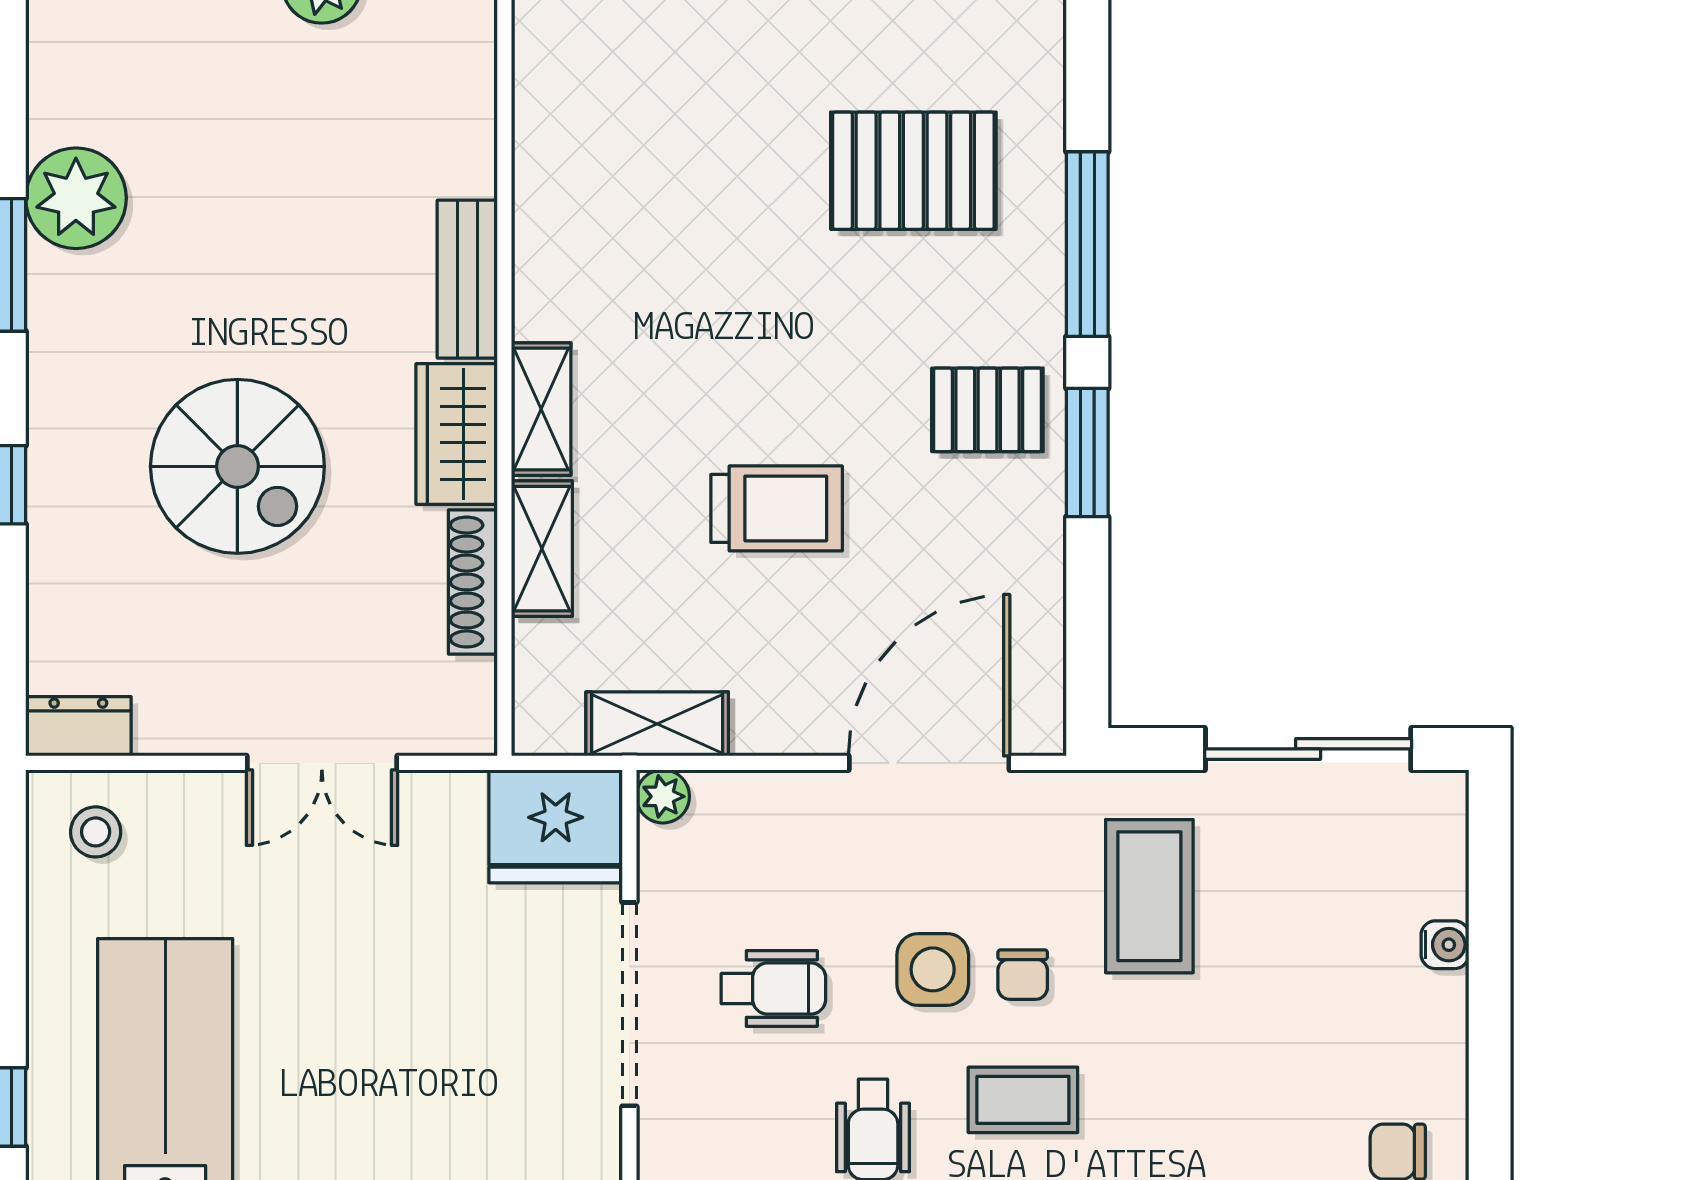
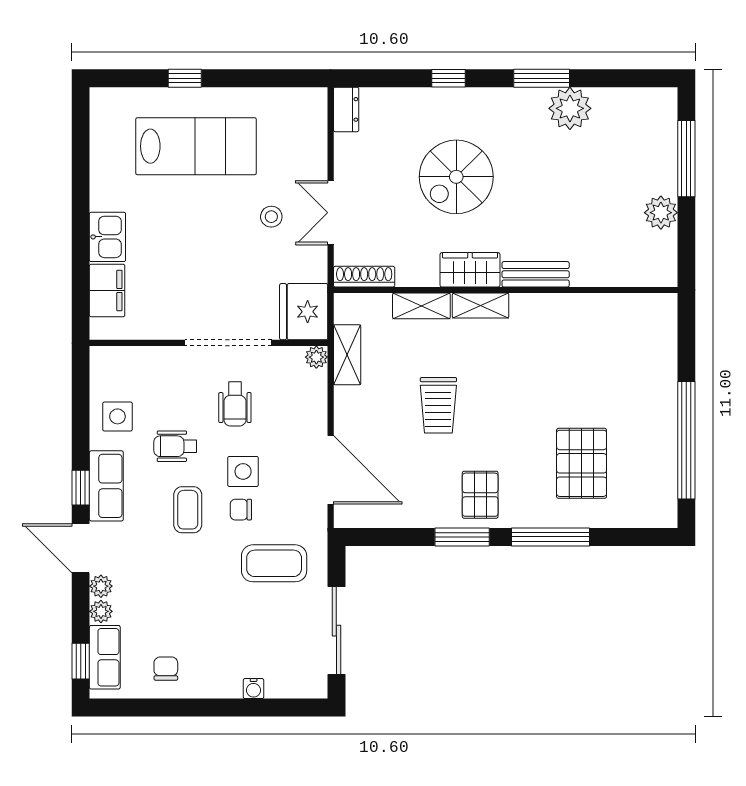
shoe rack: (473, 582) -> (364, 277), moved
stool: (96, 832) -> (271, 217), moved

